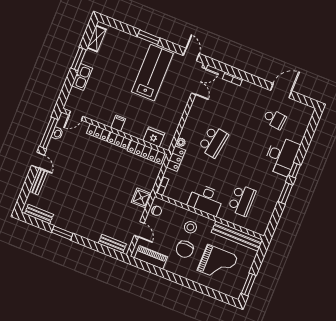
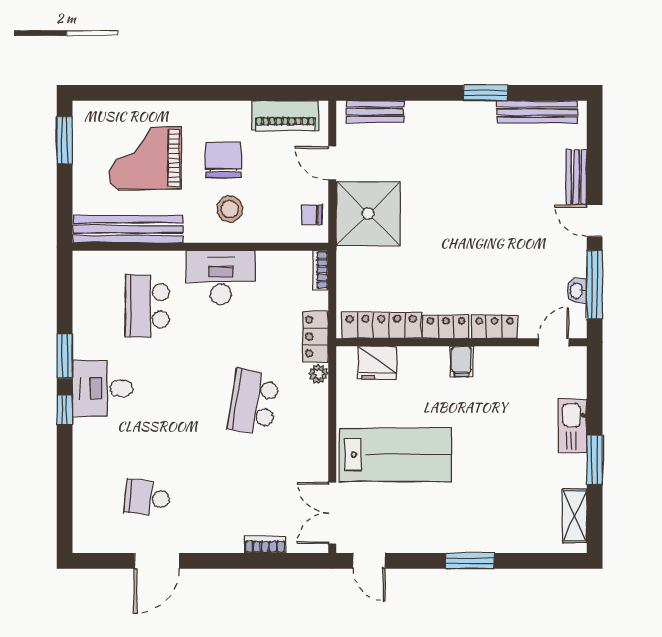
lab bench: (152, 73) -> (395, 455), moved, turned -90
desk: (282, 156) -> (103, 388), moved, width x0.73
shower: (141, 198) -> (368, 214), width x1.86, depth x1.86
bench: (39, 214) -> (537, 112), width x1.36

